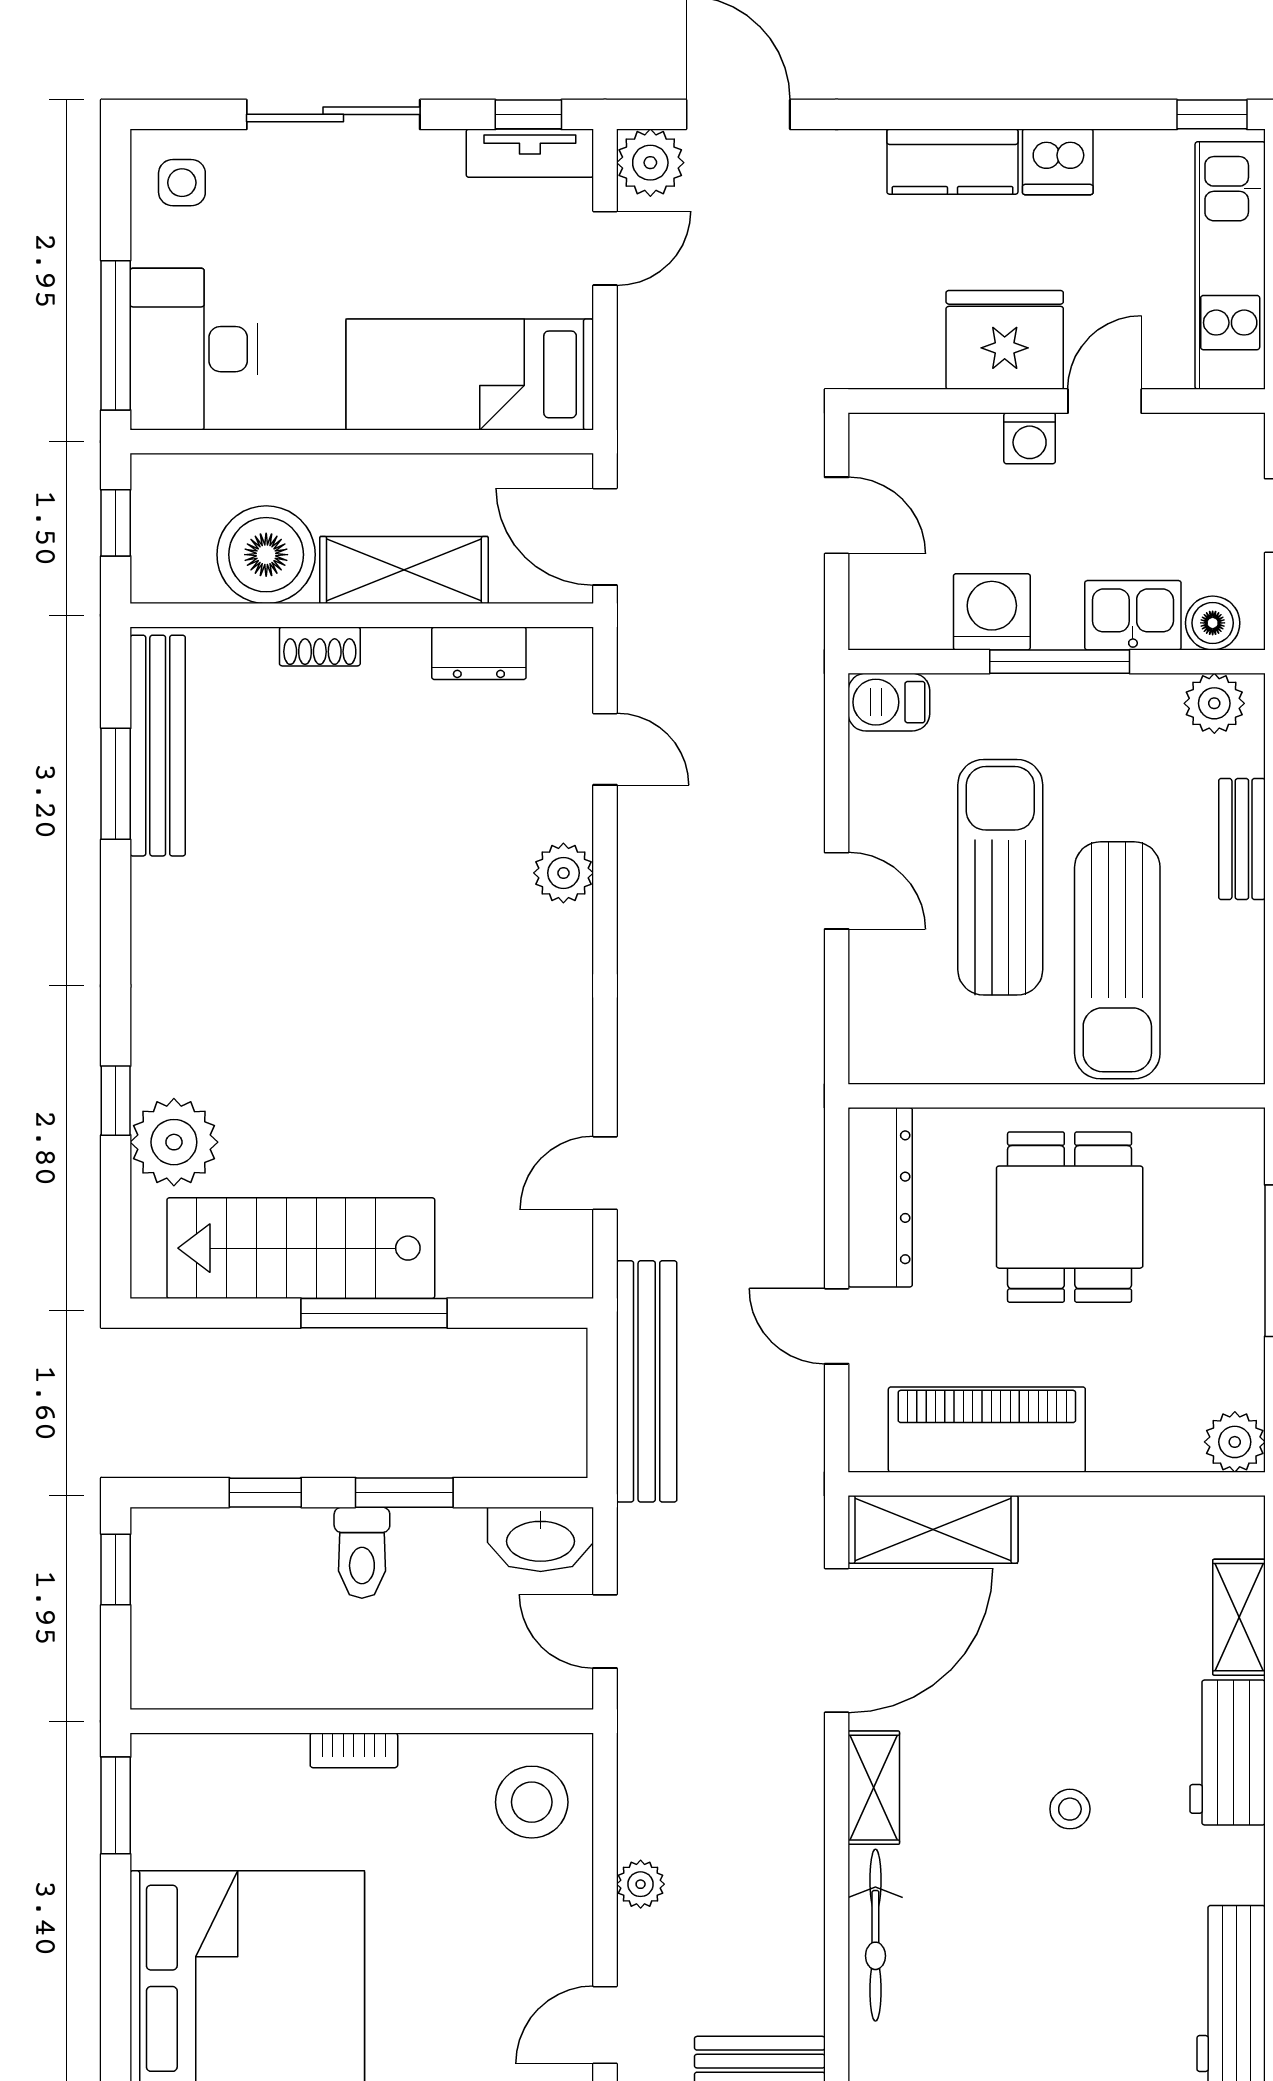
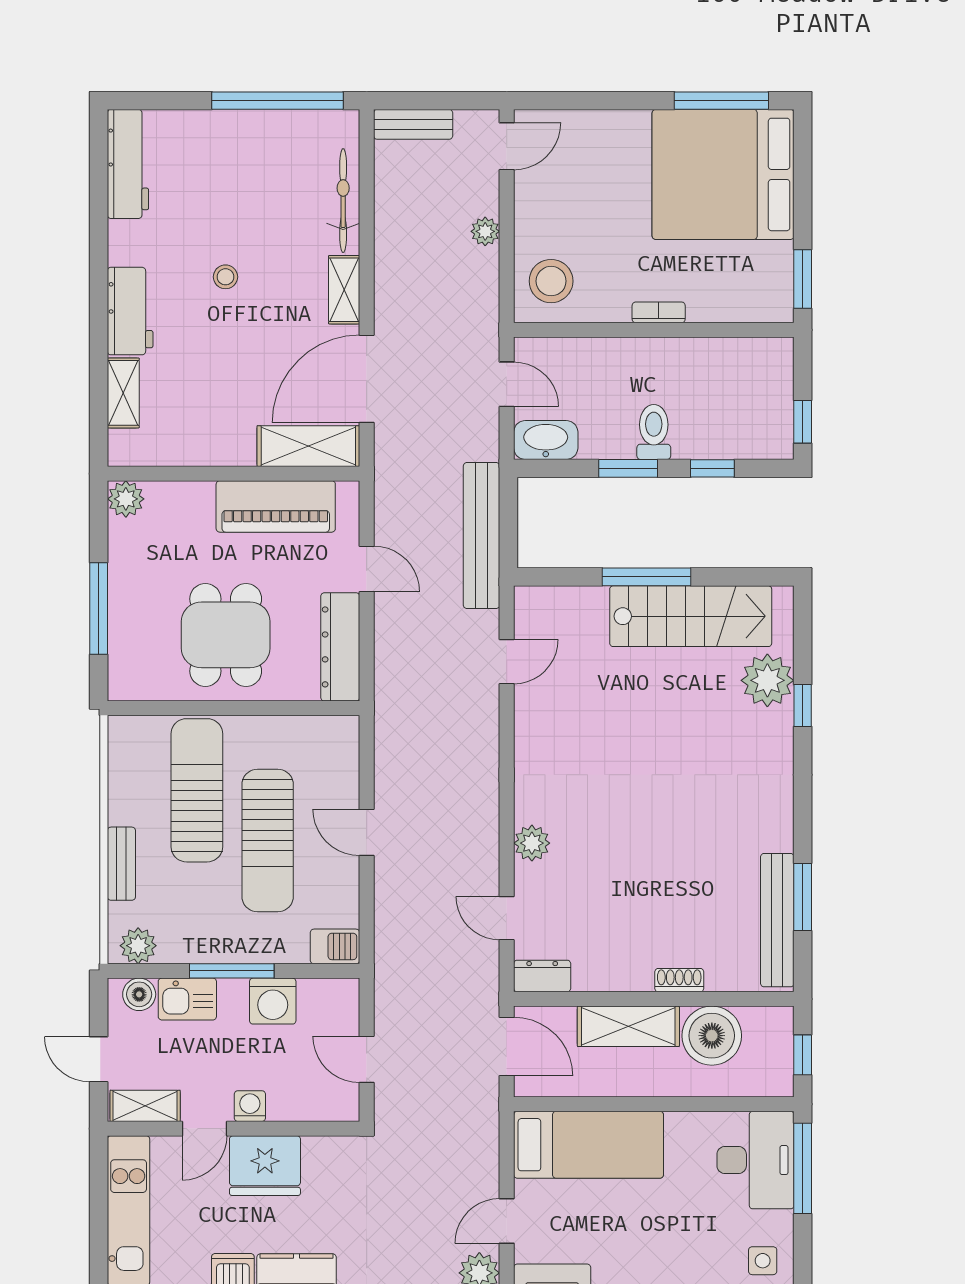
shelving: (1203, 439) -> (145, 1106), added
dresser: (479, 653) -> (542, 976), moved

